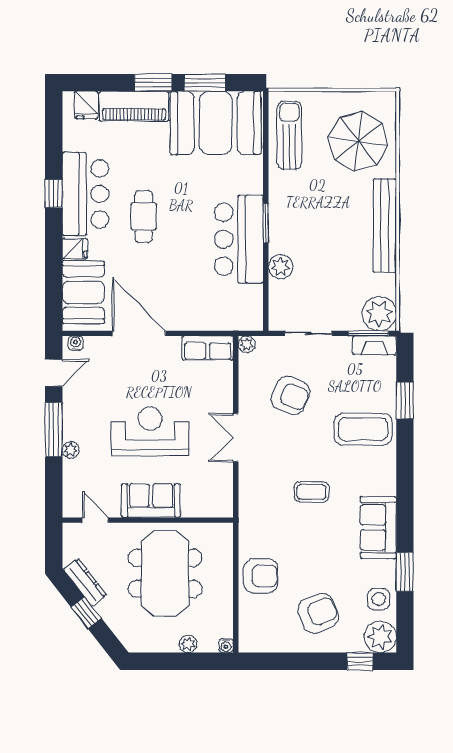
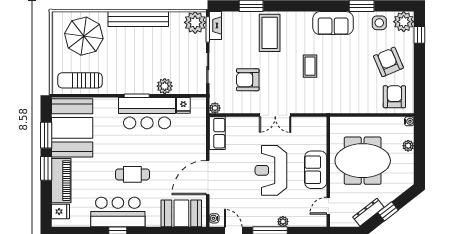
fridge: (75, 249) -> (183, 105), moved, turned 180
armchair: (290, 395) -> (248, 80), turned -113
armchair: (261, 576) -> (394, 97), moved

